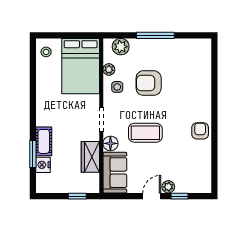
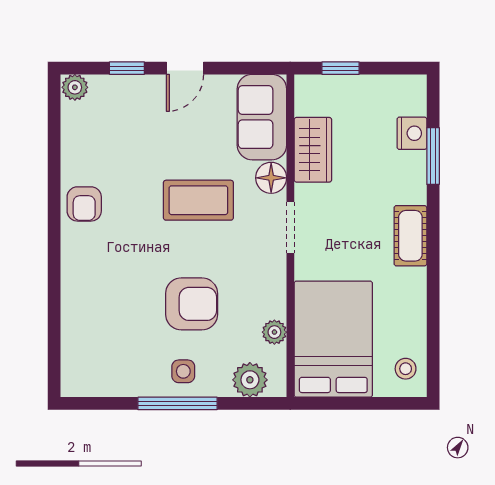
side table: (117, 87) -> (183, 371), moved
cot: (44, 141) -> (410, 236), moved
plant: (168, 187) -> (75, 87), moved

